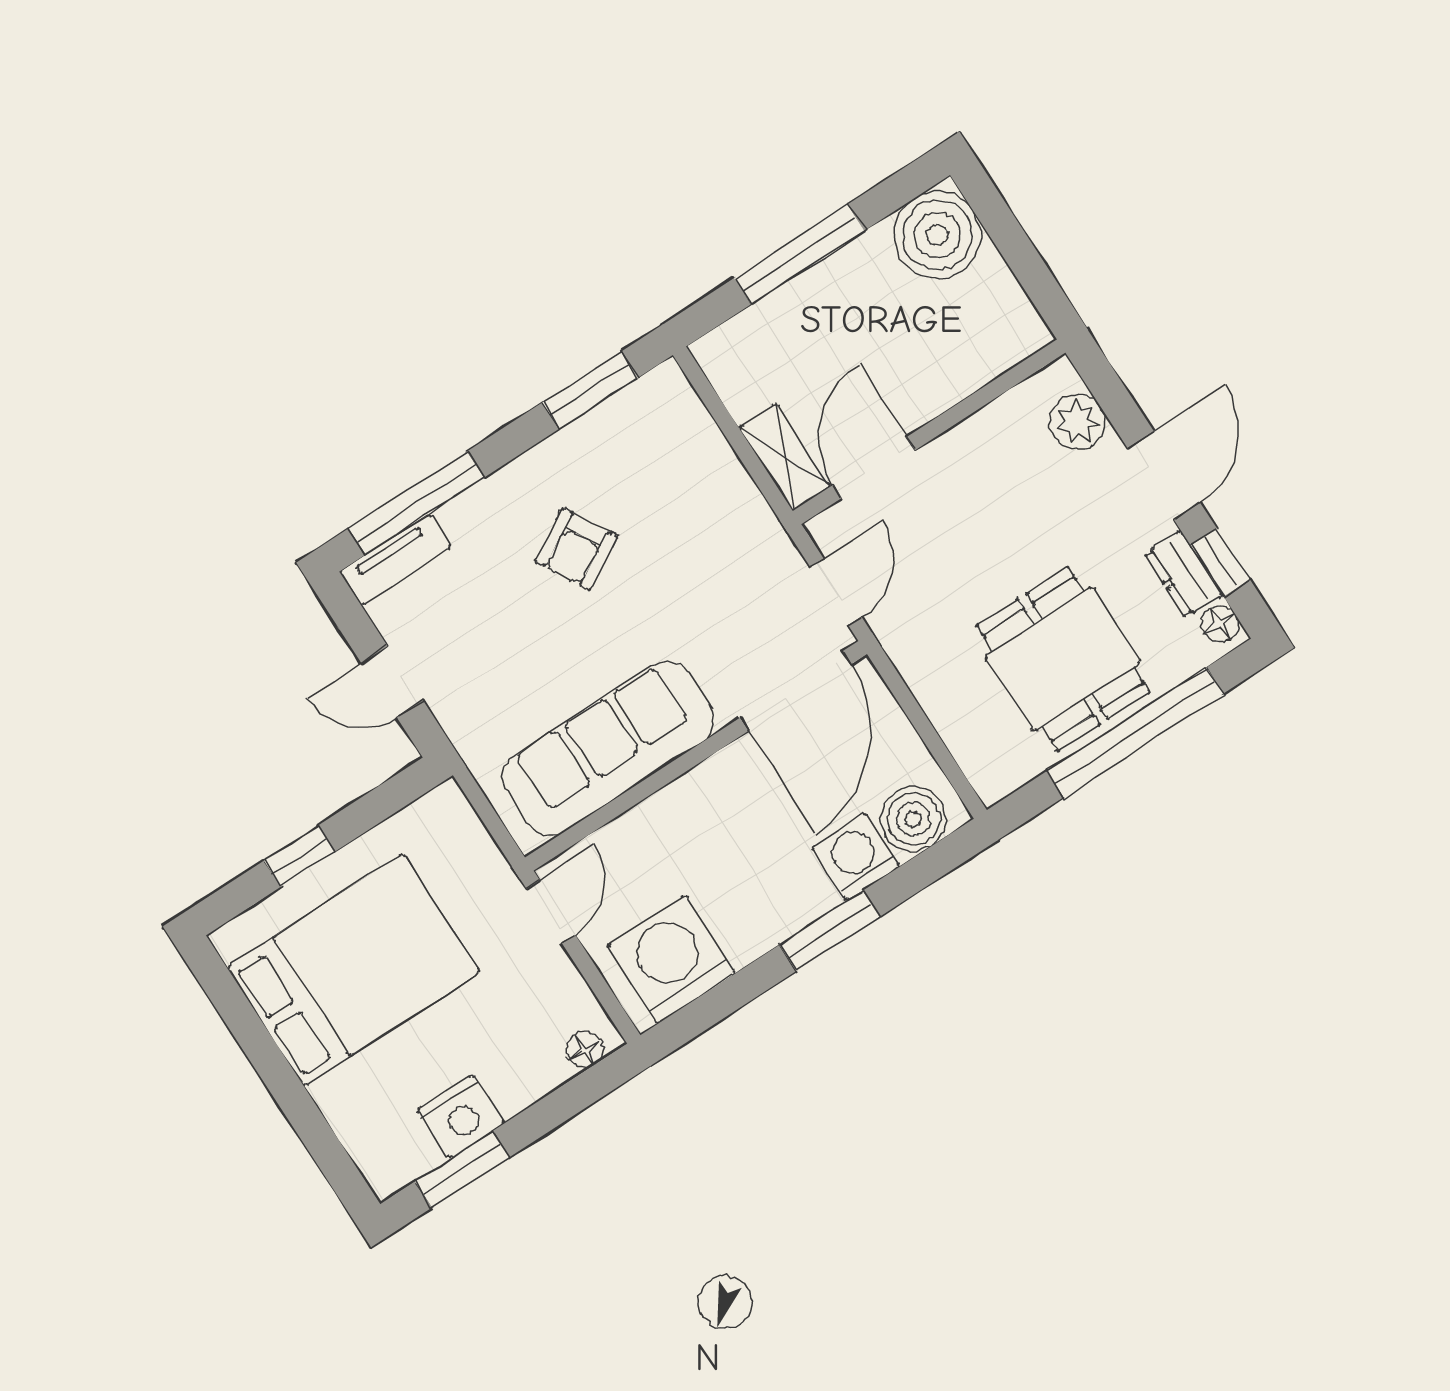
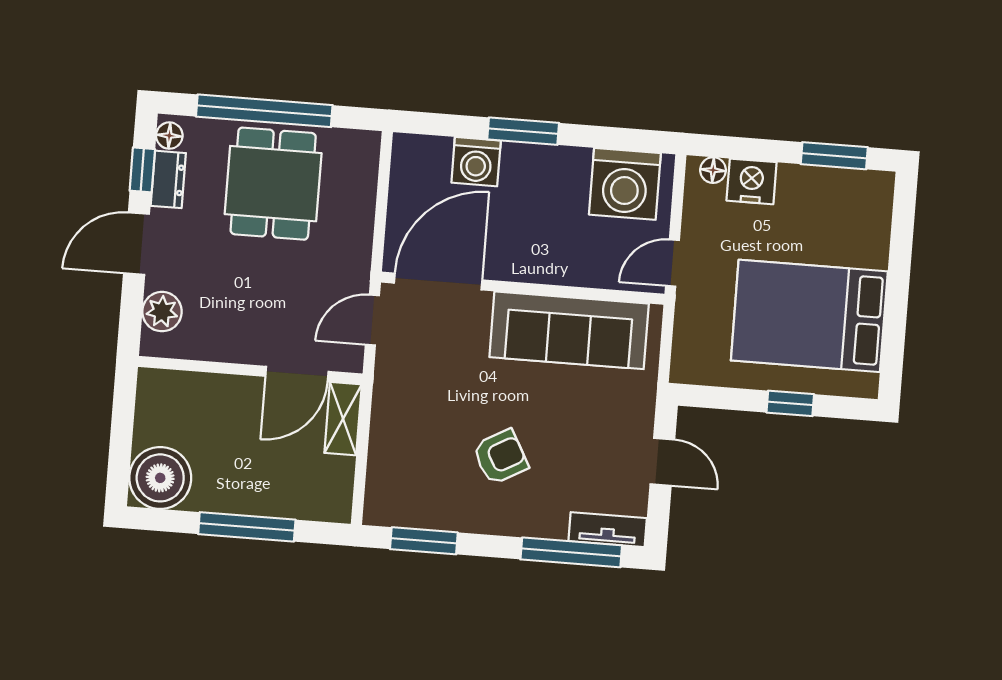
boiler: (914, 819) -> (427, 158), removed
nightstand: (461, 1116) -> (752, 181), moved

